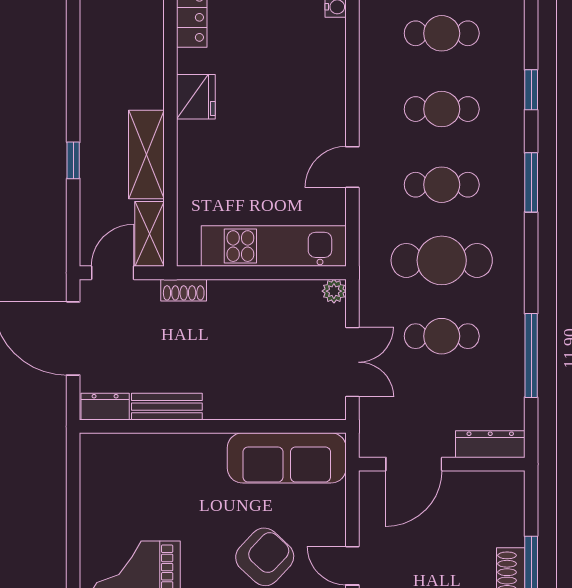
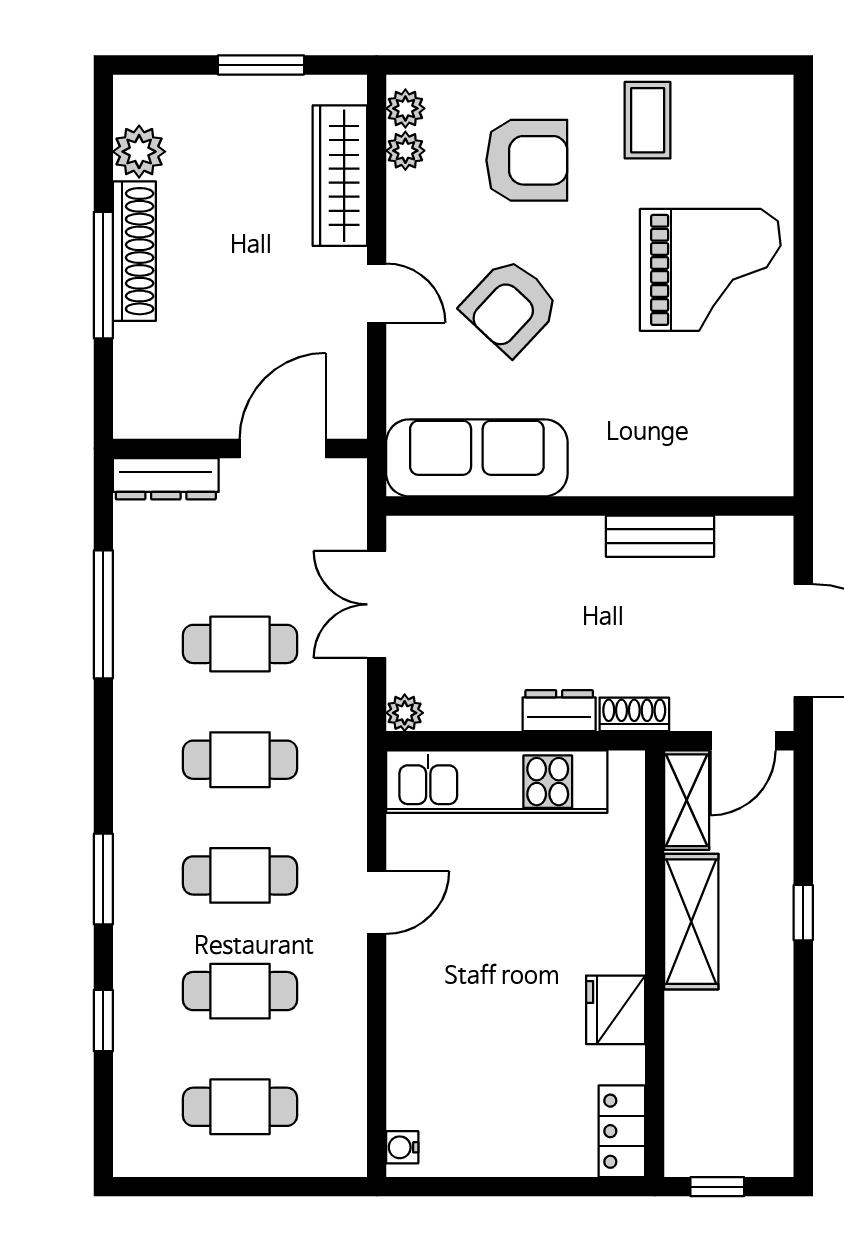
cafe table: (442, 260) -> (240, 760), width x0.73, depth x0.74
dresser: (105, 407) -> (559, 711), moved, turned 180

